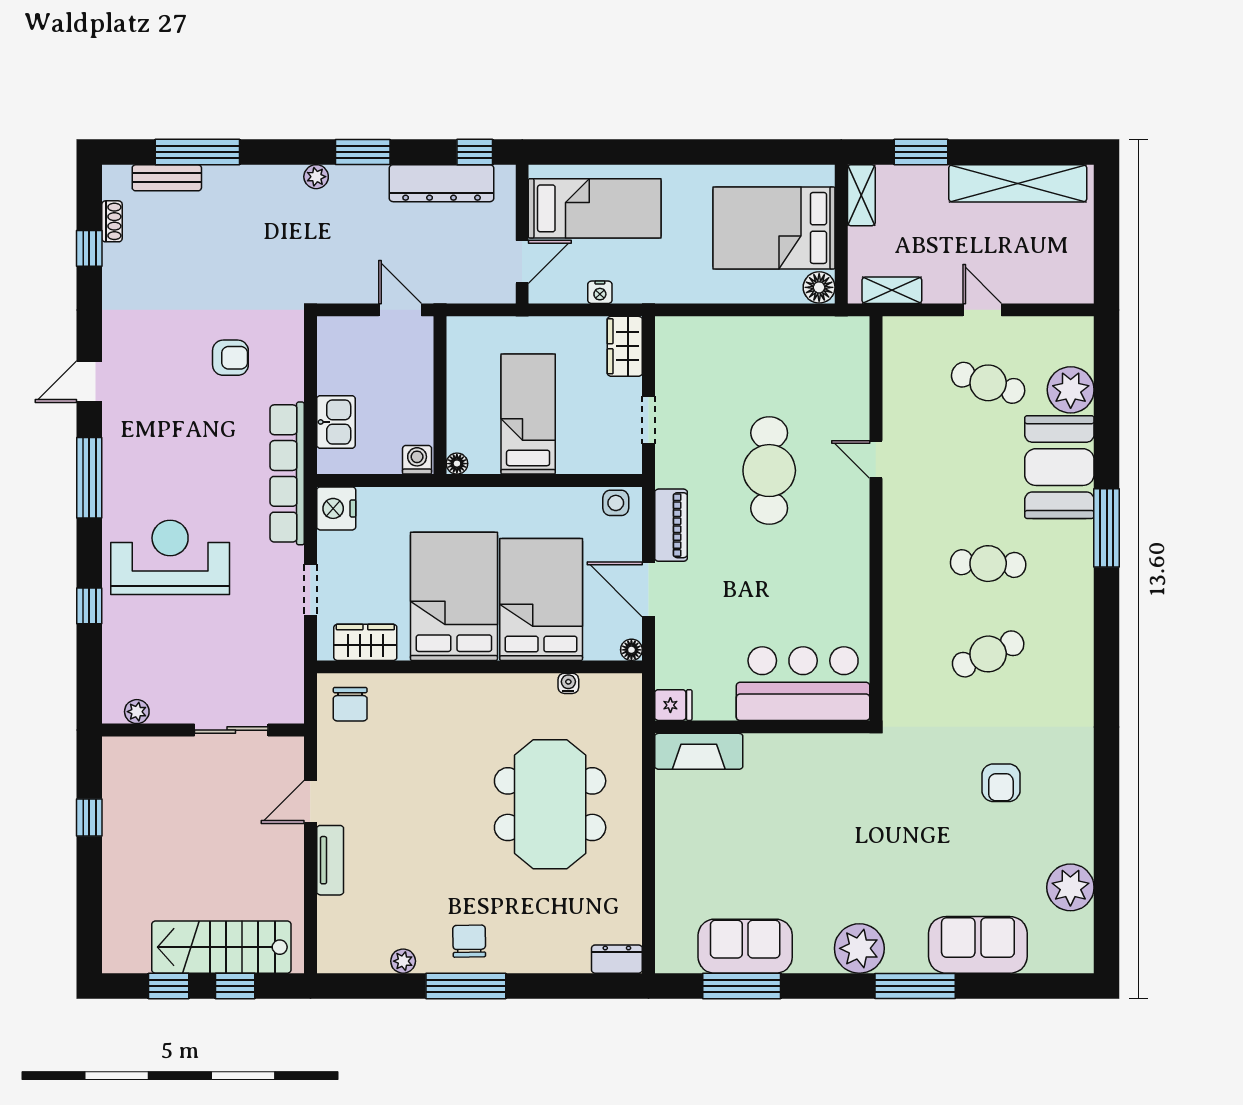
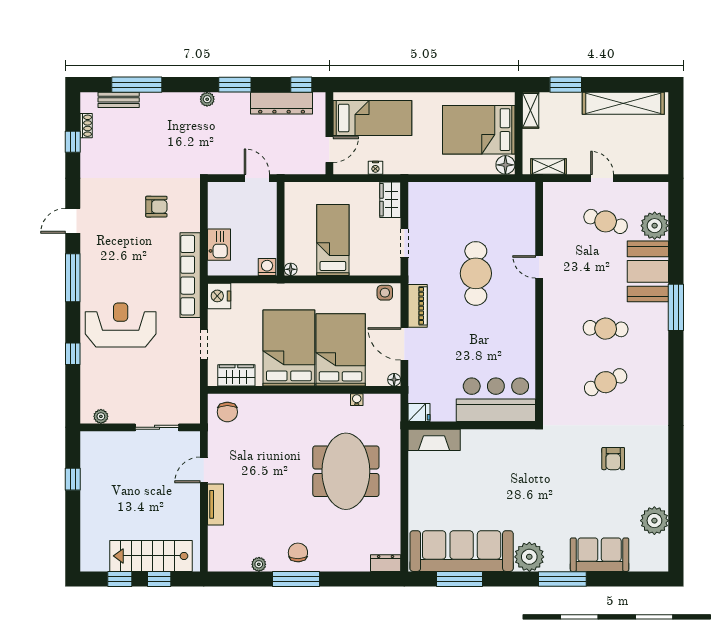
sofa: (745, 946) -> (462, 551), width x1.85, depth x1.27

